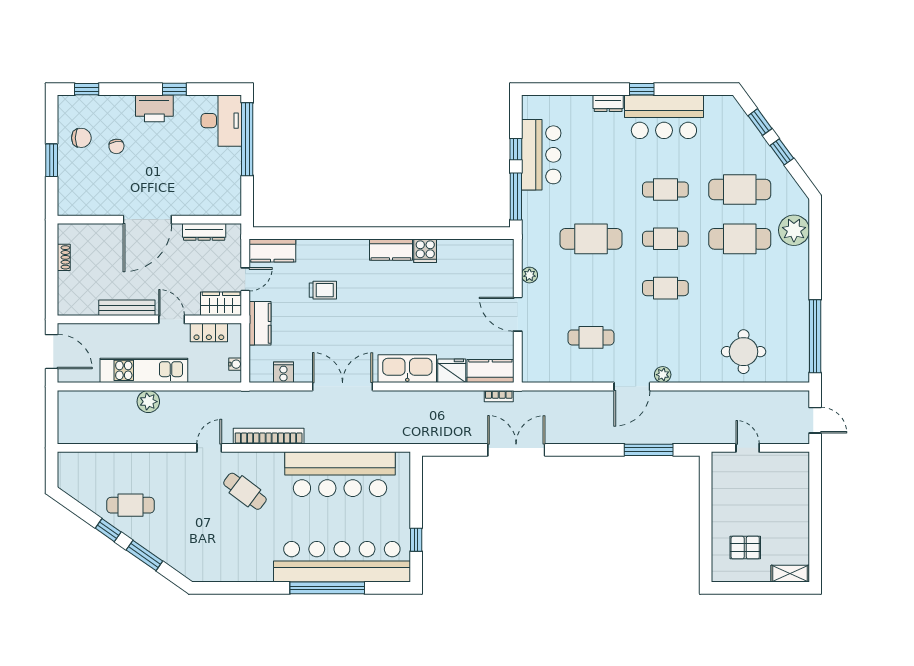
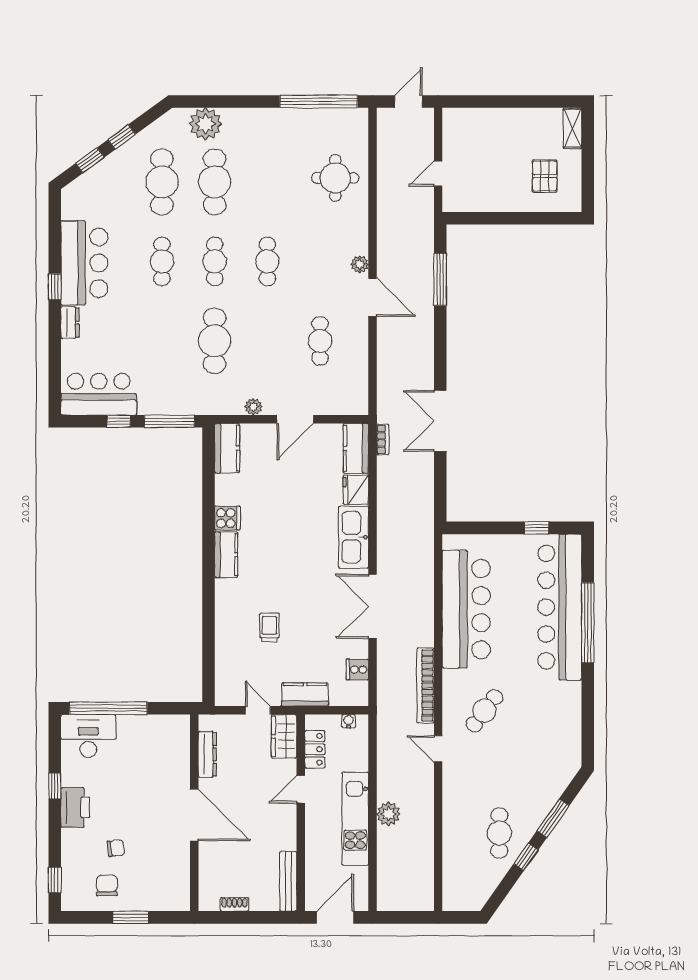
bar counter: (541, 155) -> (99, 394), moved
kitchen counter: (272, 250) -> (227, 448), moved
bench: (127, 308) -> (288, 881), moved

